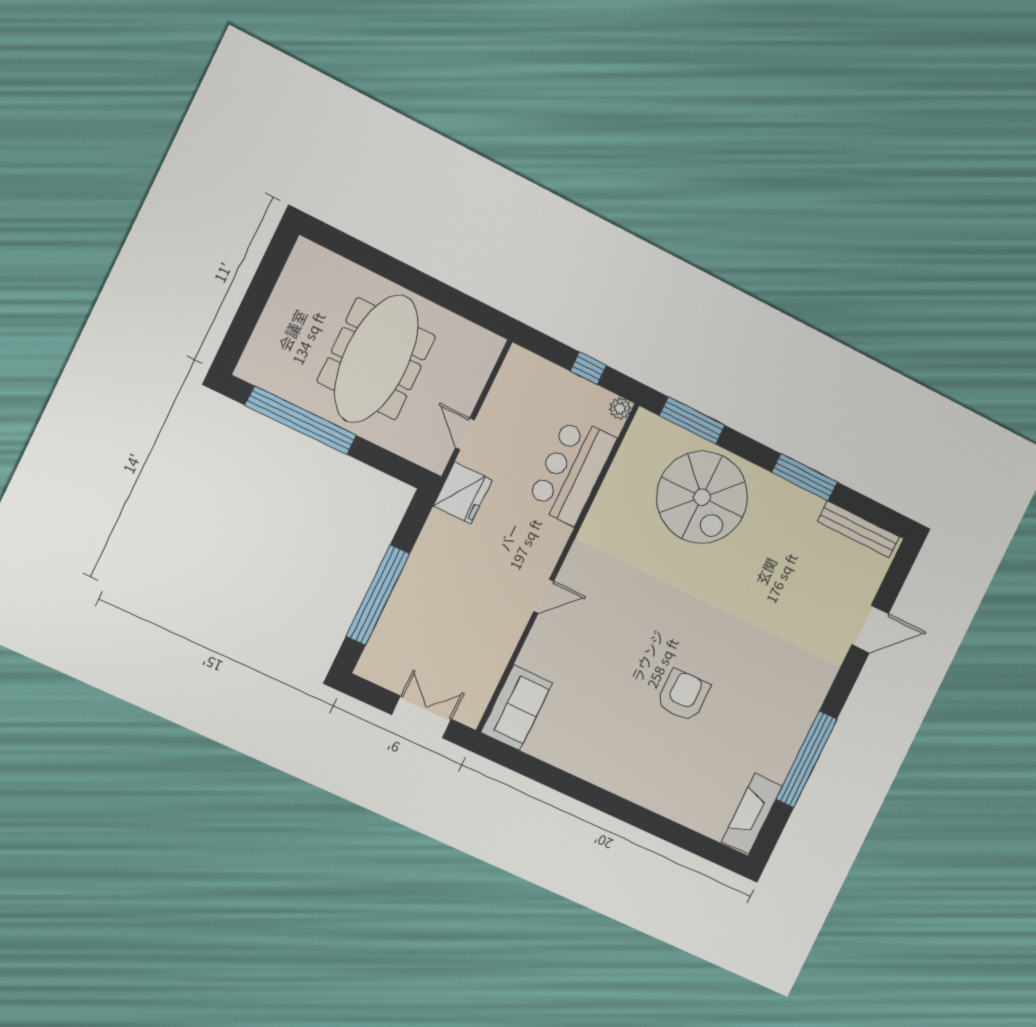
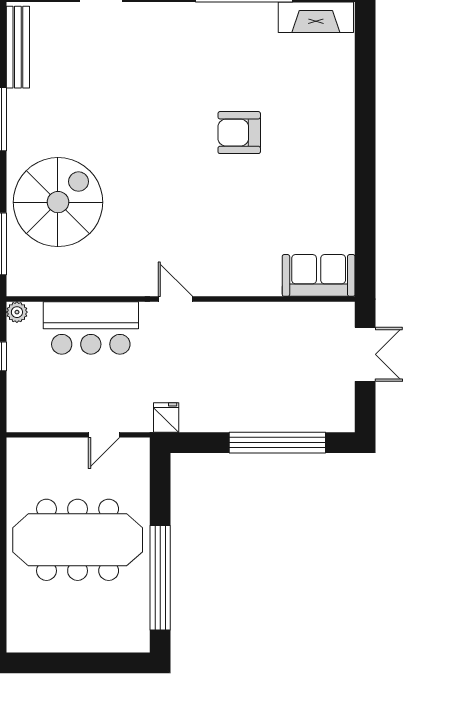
fridge: (463, 493) -> (166, 417), width x0.53, depth x0.75
door: (544, 596) -> (175, 299), moved
double door: (422, 717) -> (365, 354), swing flipped

